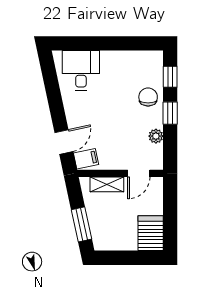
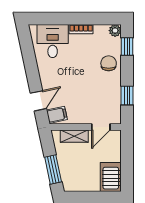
bookcase: (115, 56) -> (81, 29), added
window: (170, 113) -> (127, 95), moved
plant: (156, 136) -> (115, 31), moved

